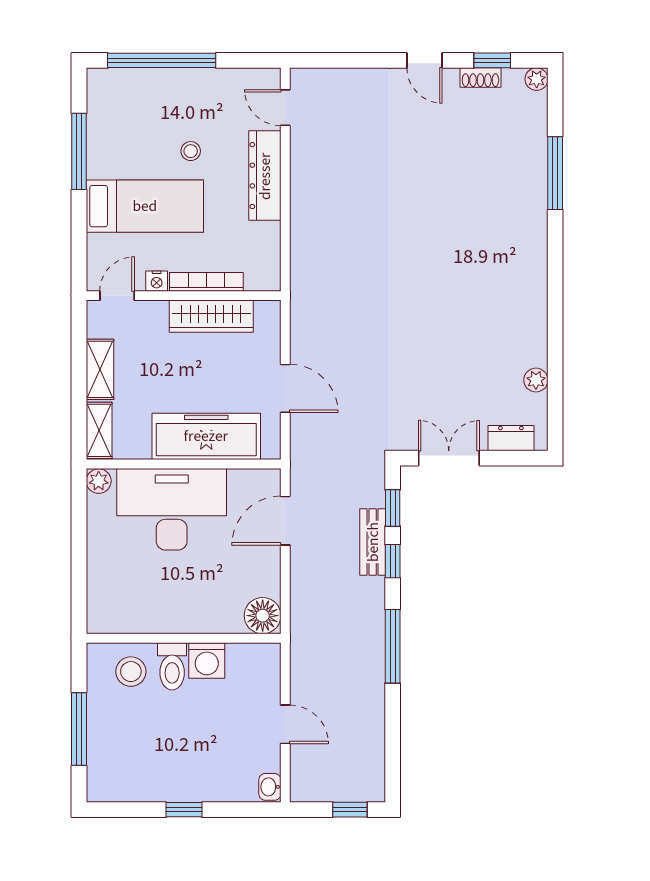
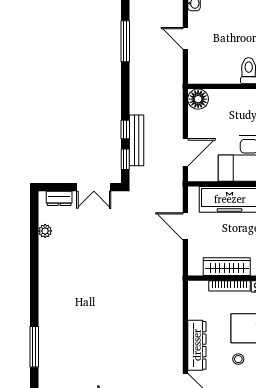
bench: (373, 542) -> (136, 140), width x1.36
window: (393, 646) -> (125, 41), moved
washing machine: (207, 661) -> (229, 74), removed

